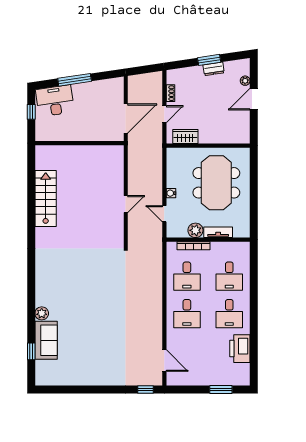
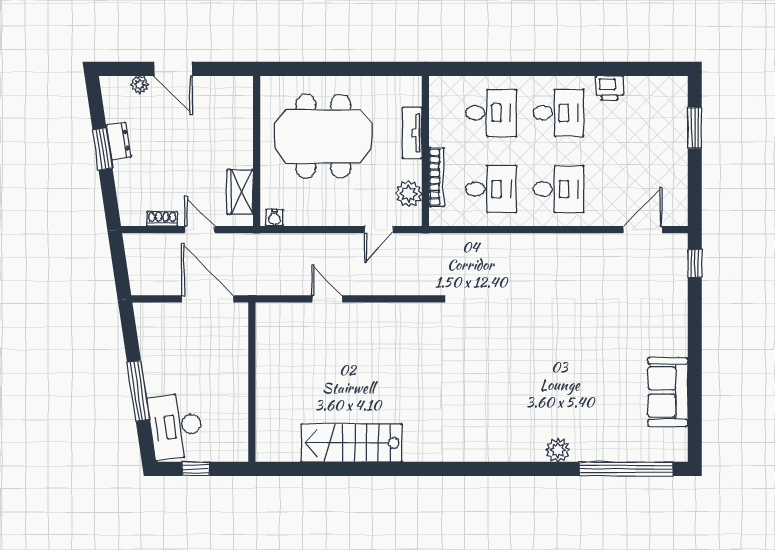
water cooler: (171, 193) -> (275, 218), moved
door: (126, 204) -> (327, 299), moved
plant: (195, 230) -> (409, 194), moved
sofa: (46, 340) -> (668, 392), moved, turned -90
printer: (240, 349) -> (610, 88), width x0.53, depth x0.68
window: (31, 351) -> (626, 469), width x3.17

